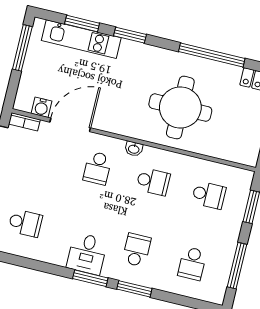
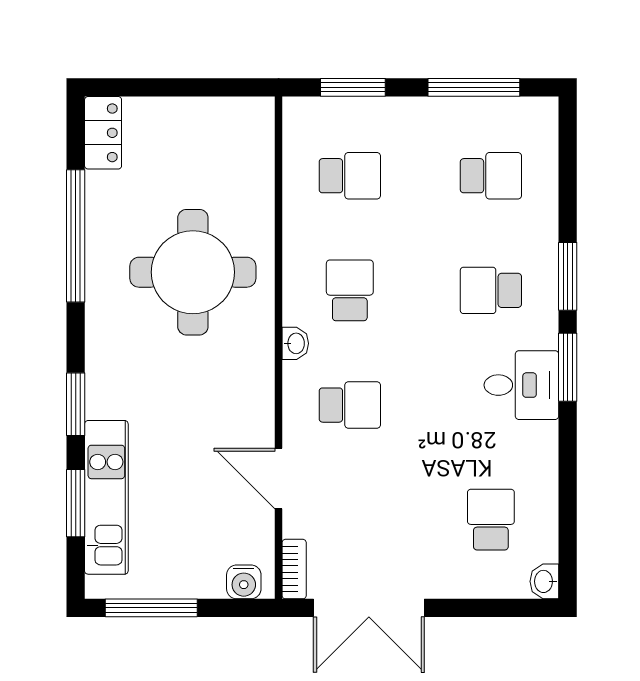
water cooler: (41, 107) -> (244, 582), moved, turned 90
door: (70, 125) -> (279, 478), width x0.73
school desk: (209, 195) -> (350, 176), turned 90

